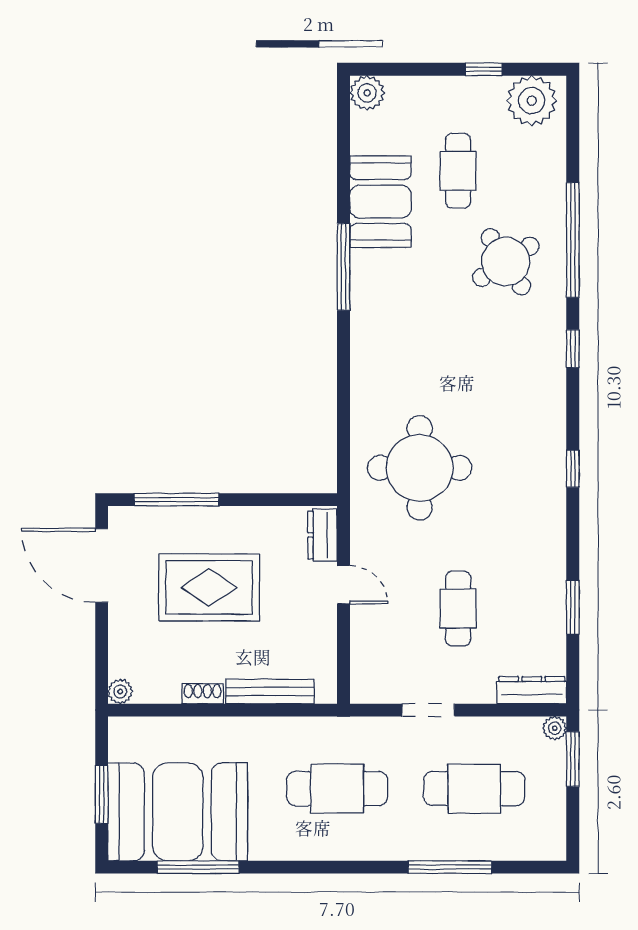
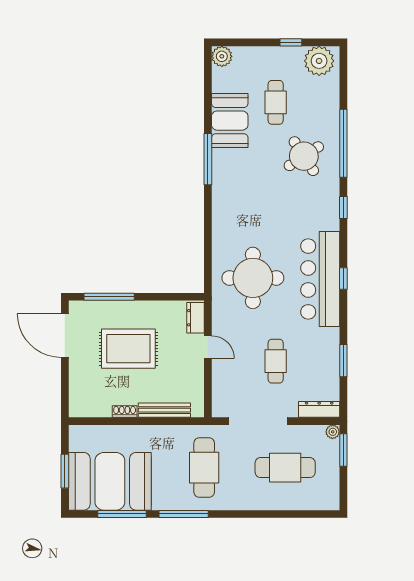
bar counter: (534, 470) -> (320, 279), added
plant: (120, 691) -> (76, 410), removed
doorway: (428, 710) -> (258, 421), width x1.87
cafe table: (337, 789) -> (204, 468), turned 90
window: (450, 867) -> (184, 514), moved

